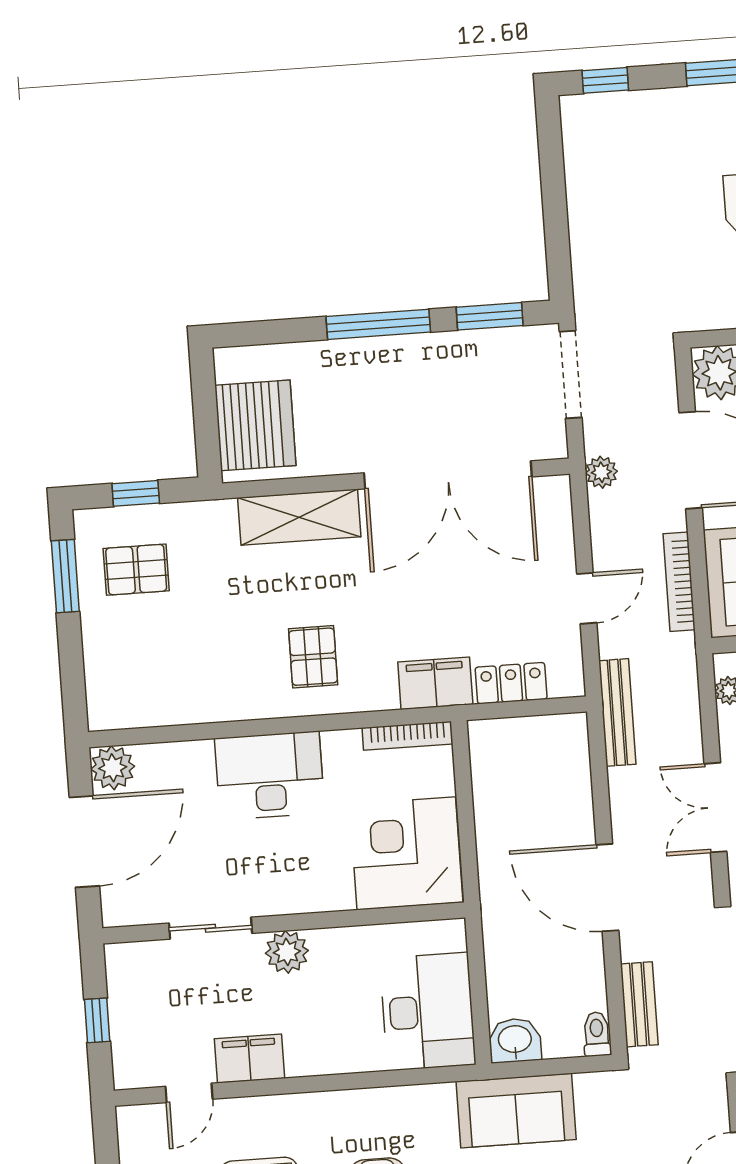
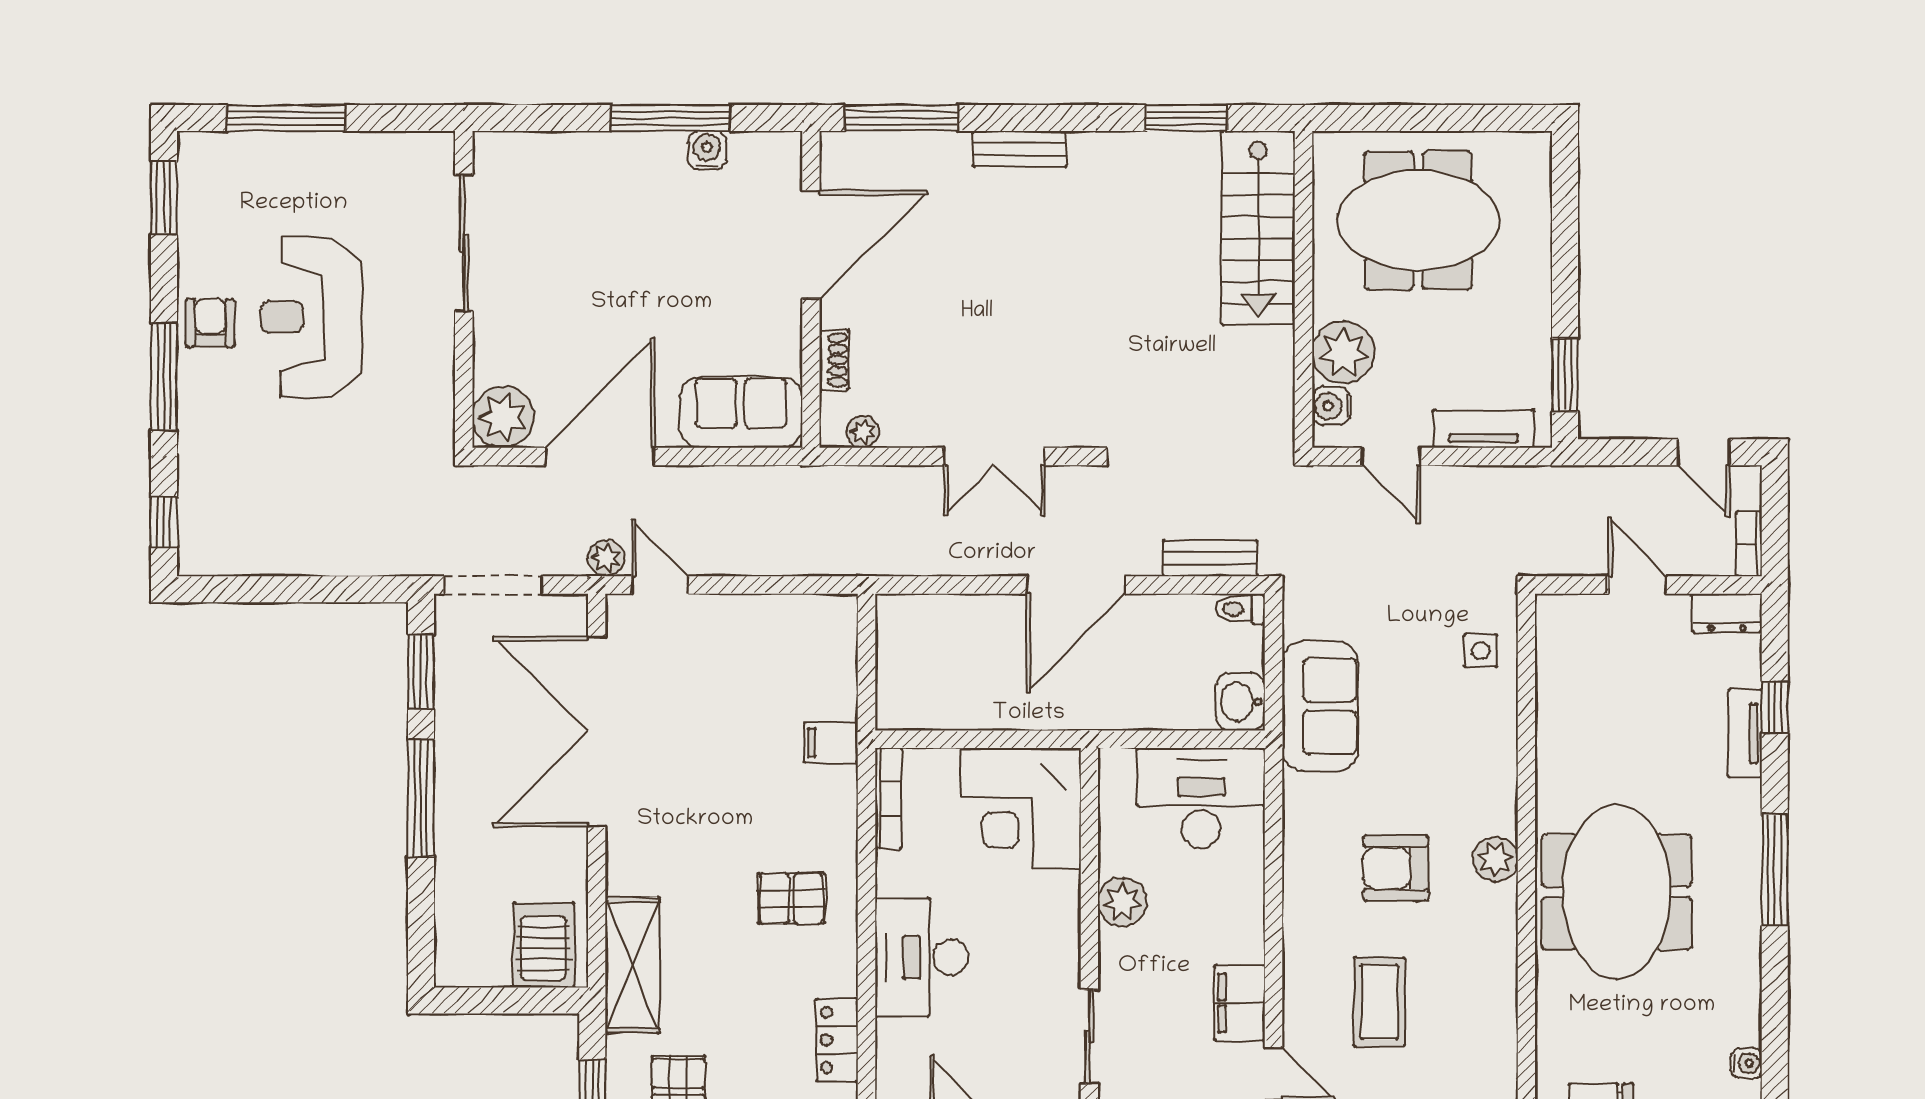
server rack: (255, 425) -> (543, 945), width x0.62
double door: (448, 475) -> (597, 732), swing flipped
shelving: (299, 517) -> (632, 965), moved
bookcase: (679, 582) -> (736, 479), removed
door: (587, 598) -> (660, 585), moved
filing cabinet: (435, 683) -> (831, 742), width x0.50
locker: (511, 683) -> (837, 1040), moved
bench: (617, 712) -> (879, 560), removed
plant: (287, 952) -> (1122, 902), moved

